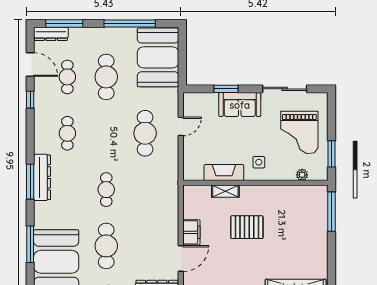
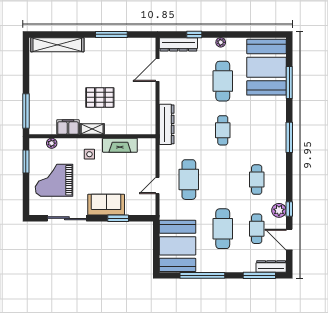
plant: (42, 98) -> (279, 210), added
grand piano: (299, 132) -> (54, 180), turned -90
dresser: (42, 177) -> (167, 124), moved, turned 180
shelving: (225, 191) -> (92, 129), moved
filing cabinet: (191, 232) -> (68, 127), moved, turned 90

